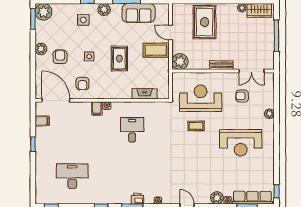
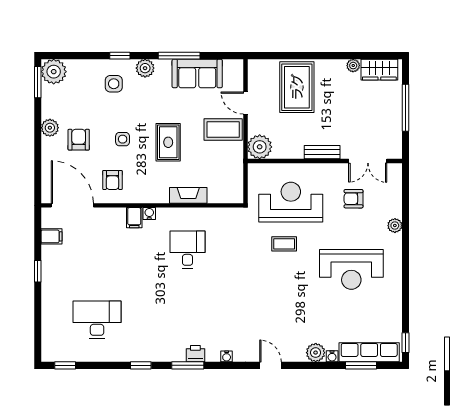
fireplace: (145, 94) -> (188, 195), moved

